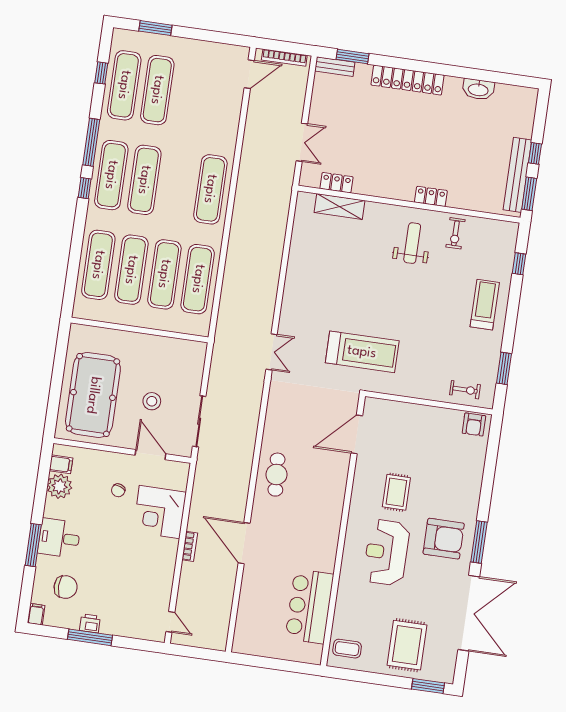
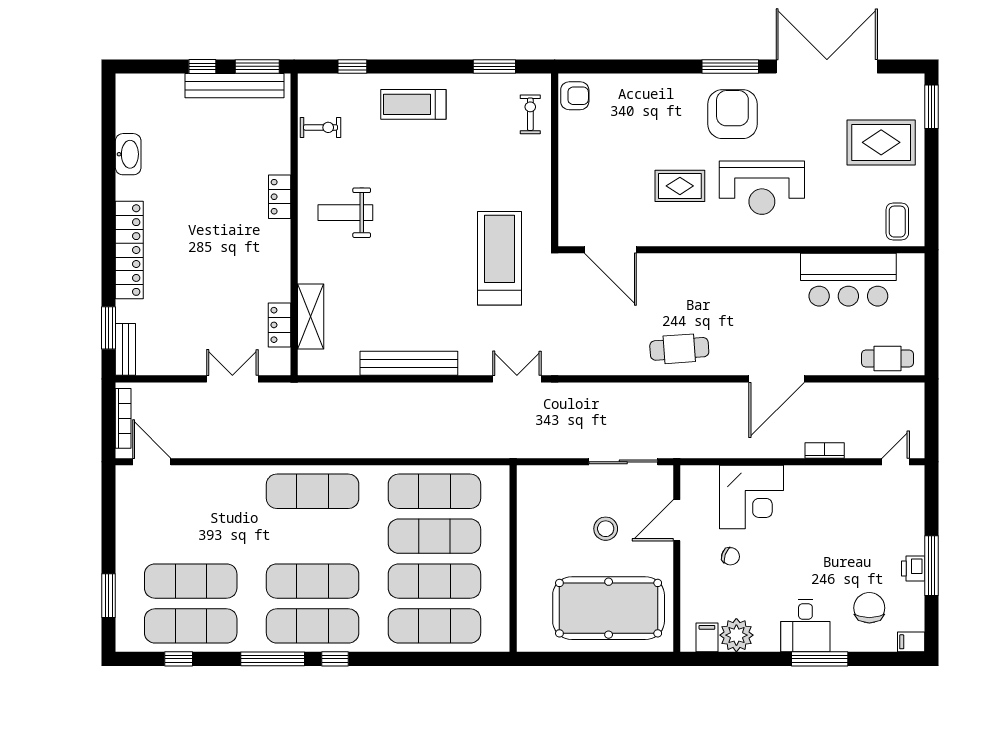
exercise bike: (455, 233) -> (321, 127), moved
bench: (295, 274) -> (409, 363), added
bookcase: (190, 546) -> (825, 451), moved
cafe table: (247, 627) -> (887, 359), added

